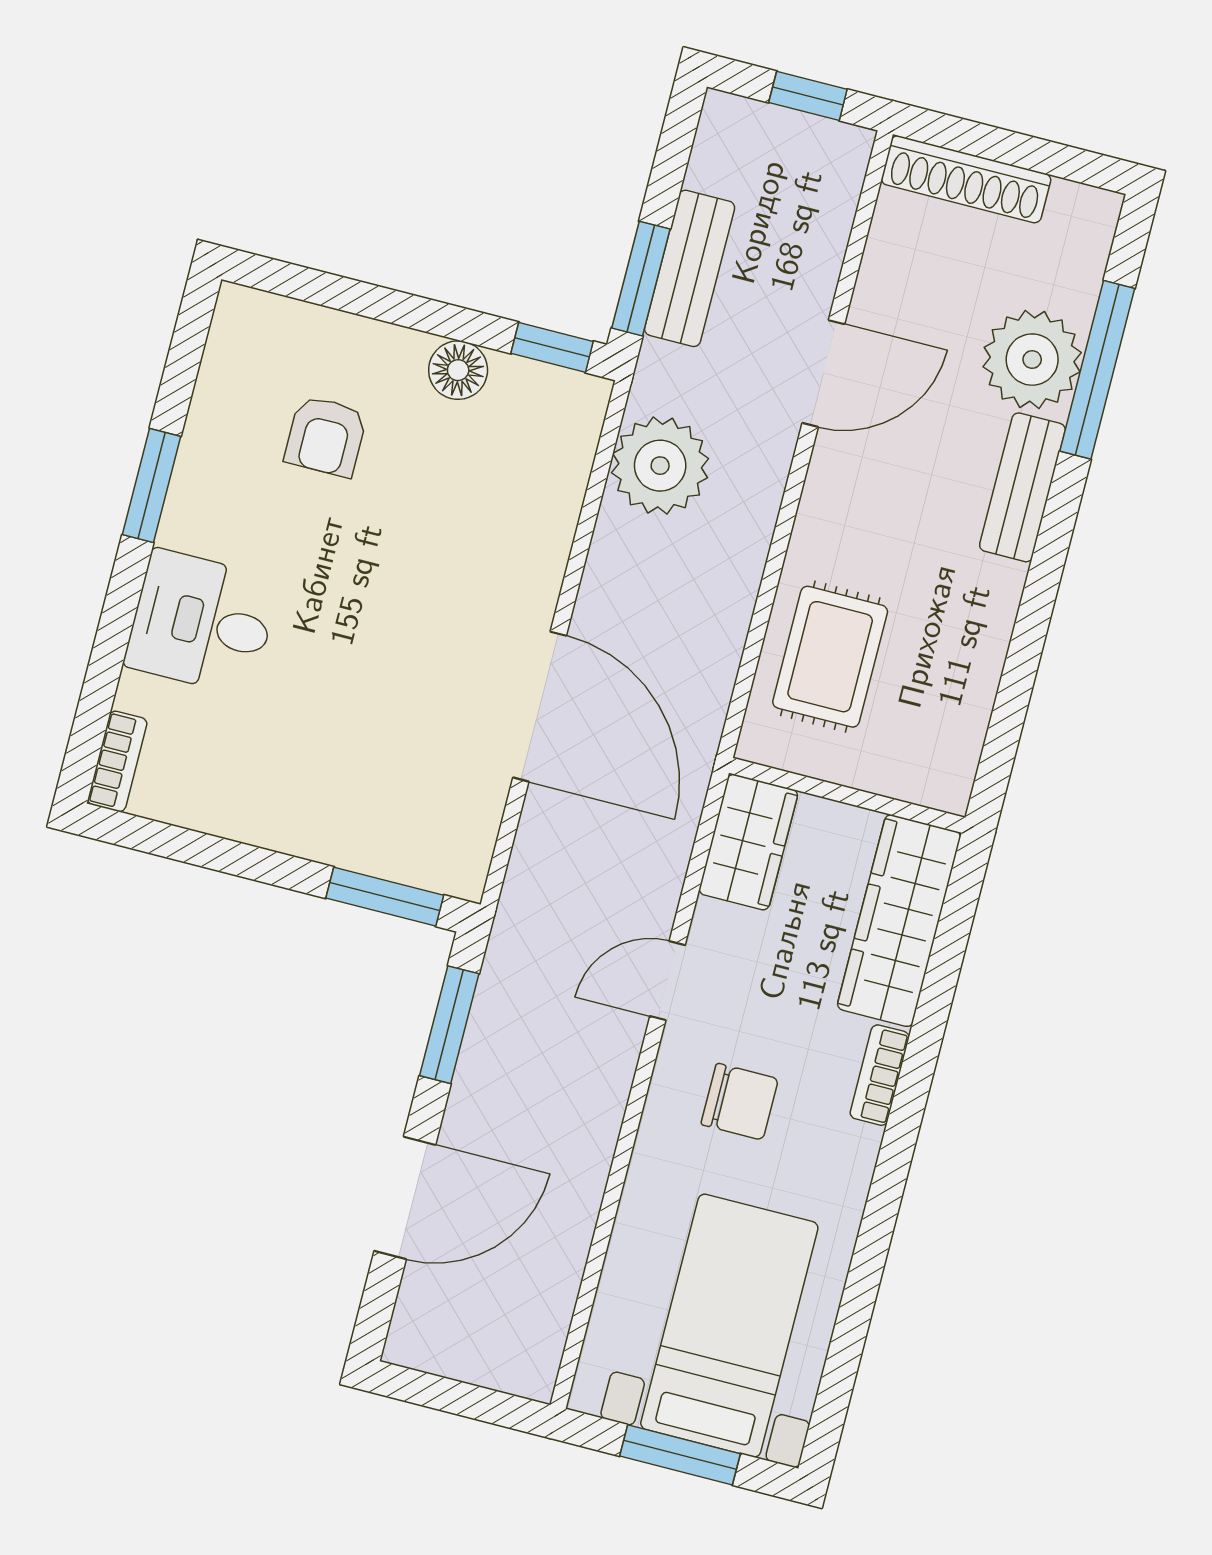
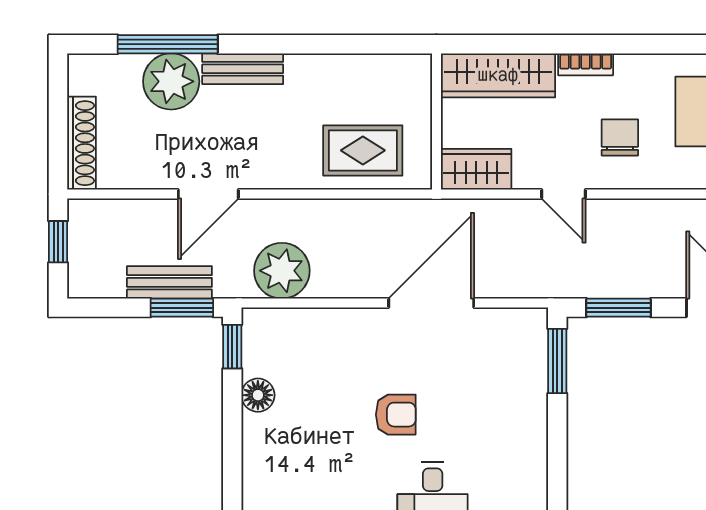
door: (823, 373) -> (208, 194), swing flipped
armchair: (326, 436) -> (396, 415), moved

